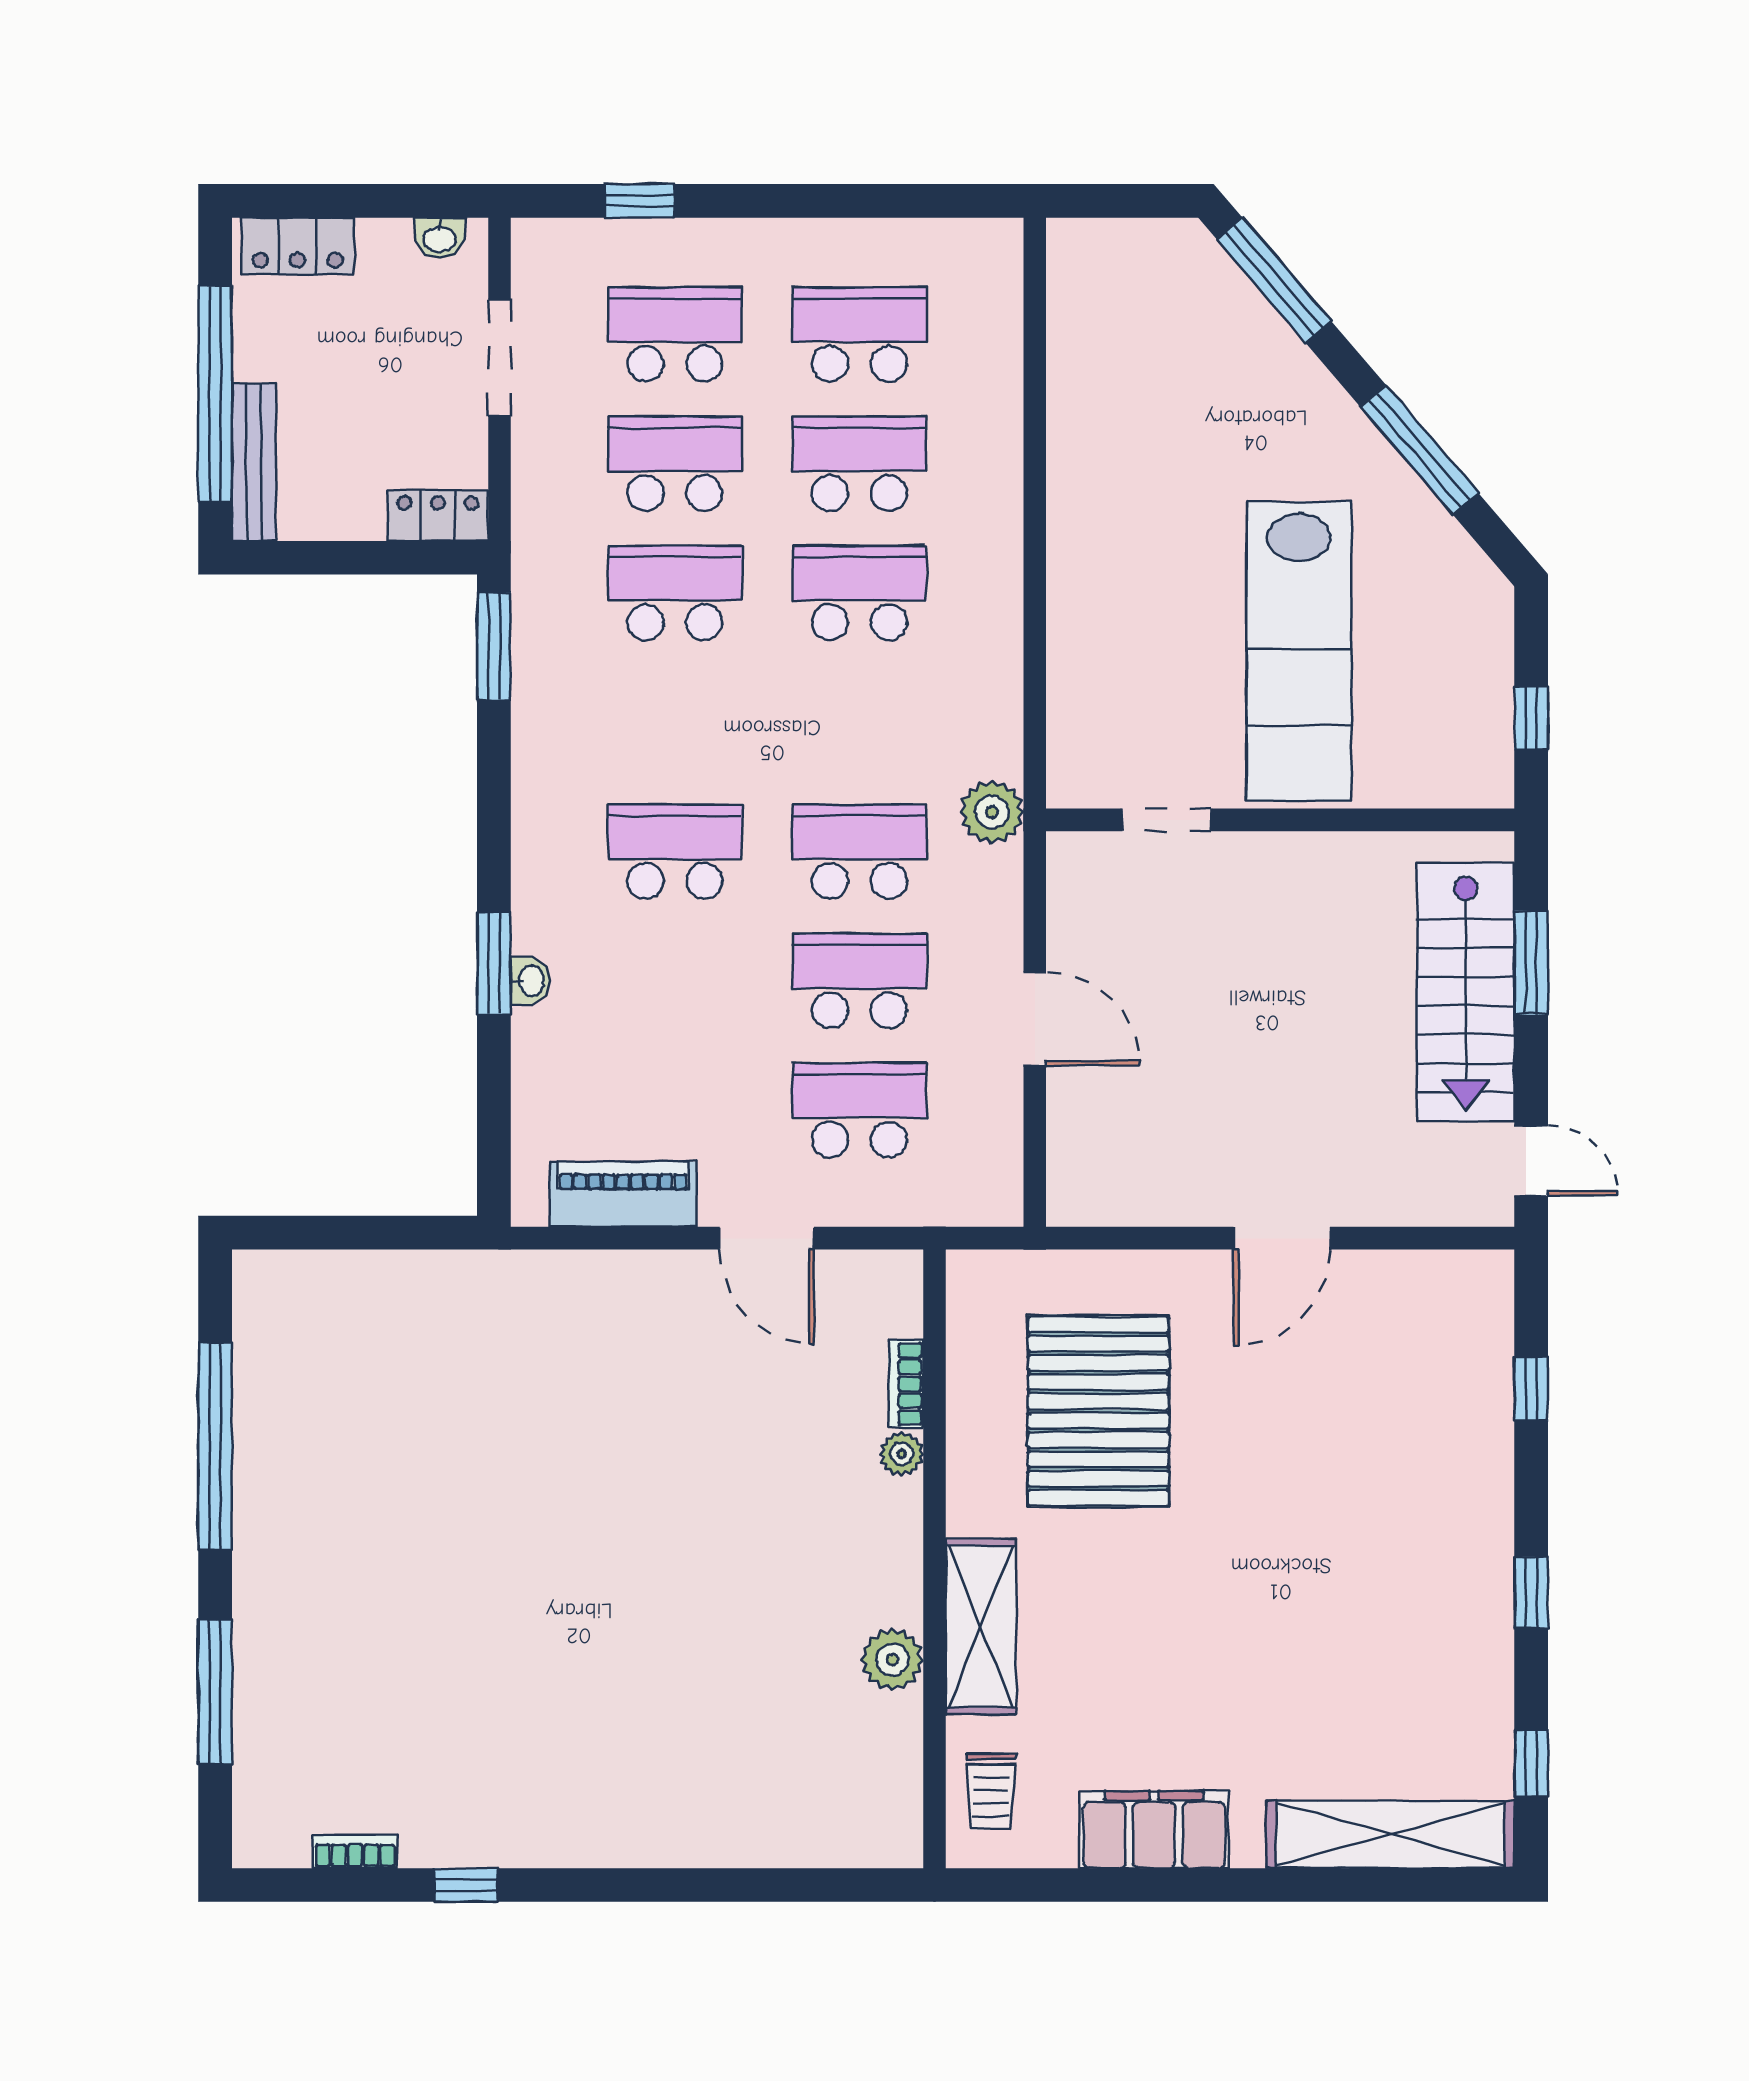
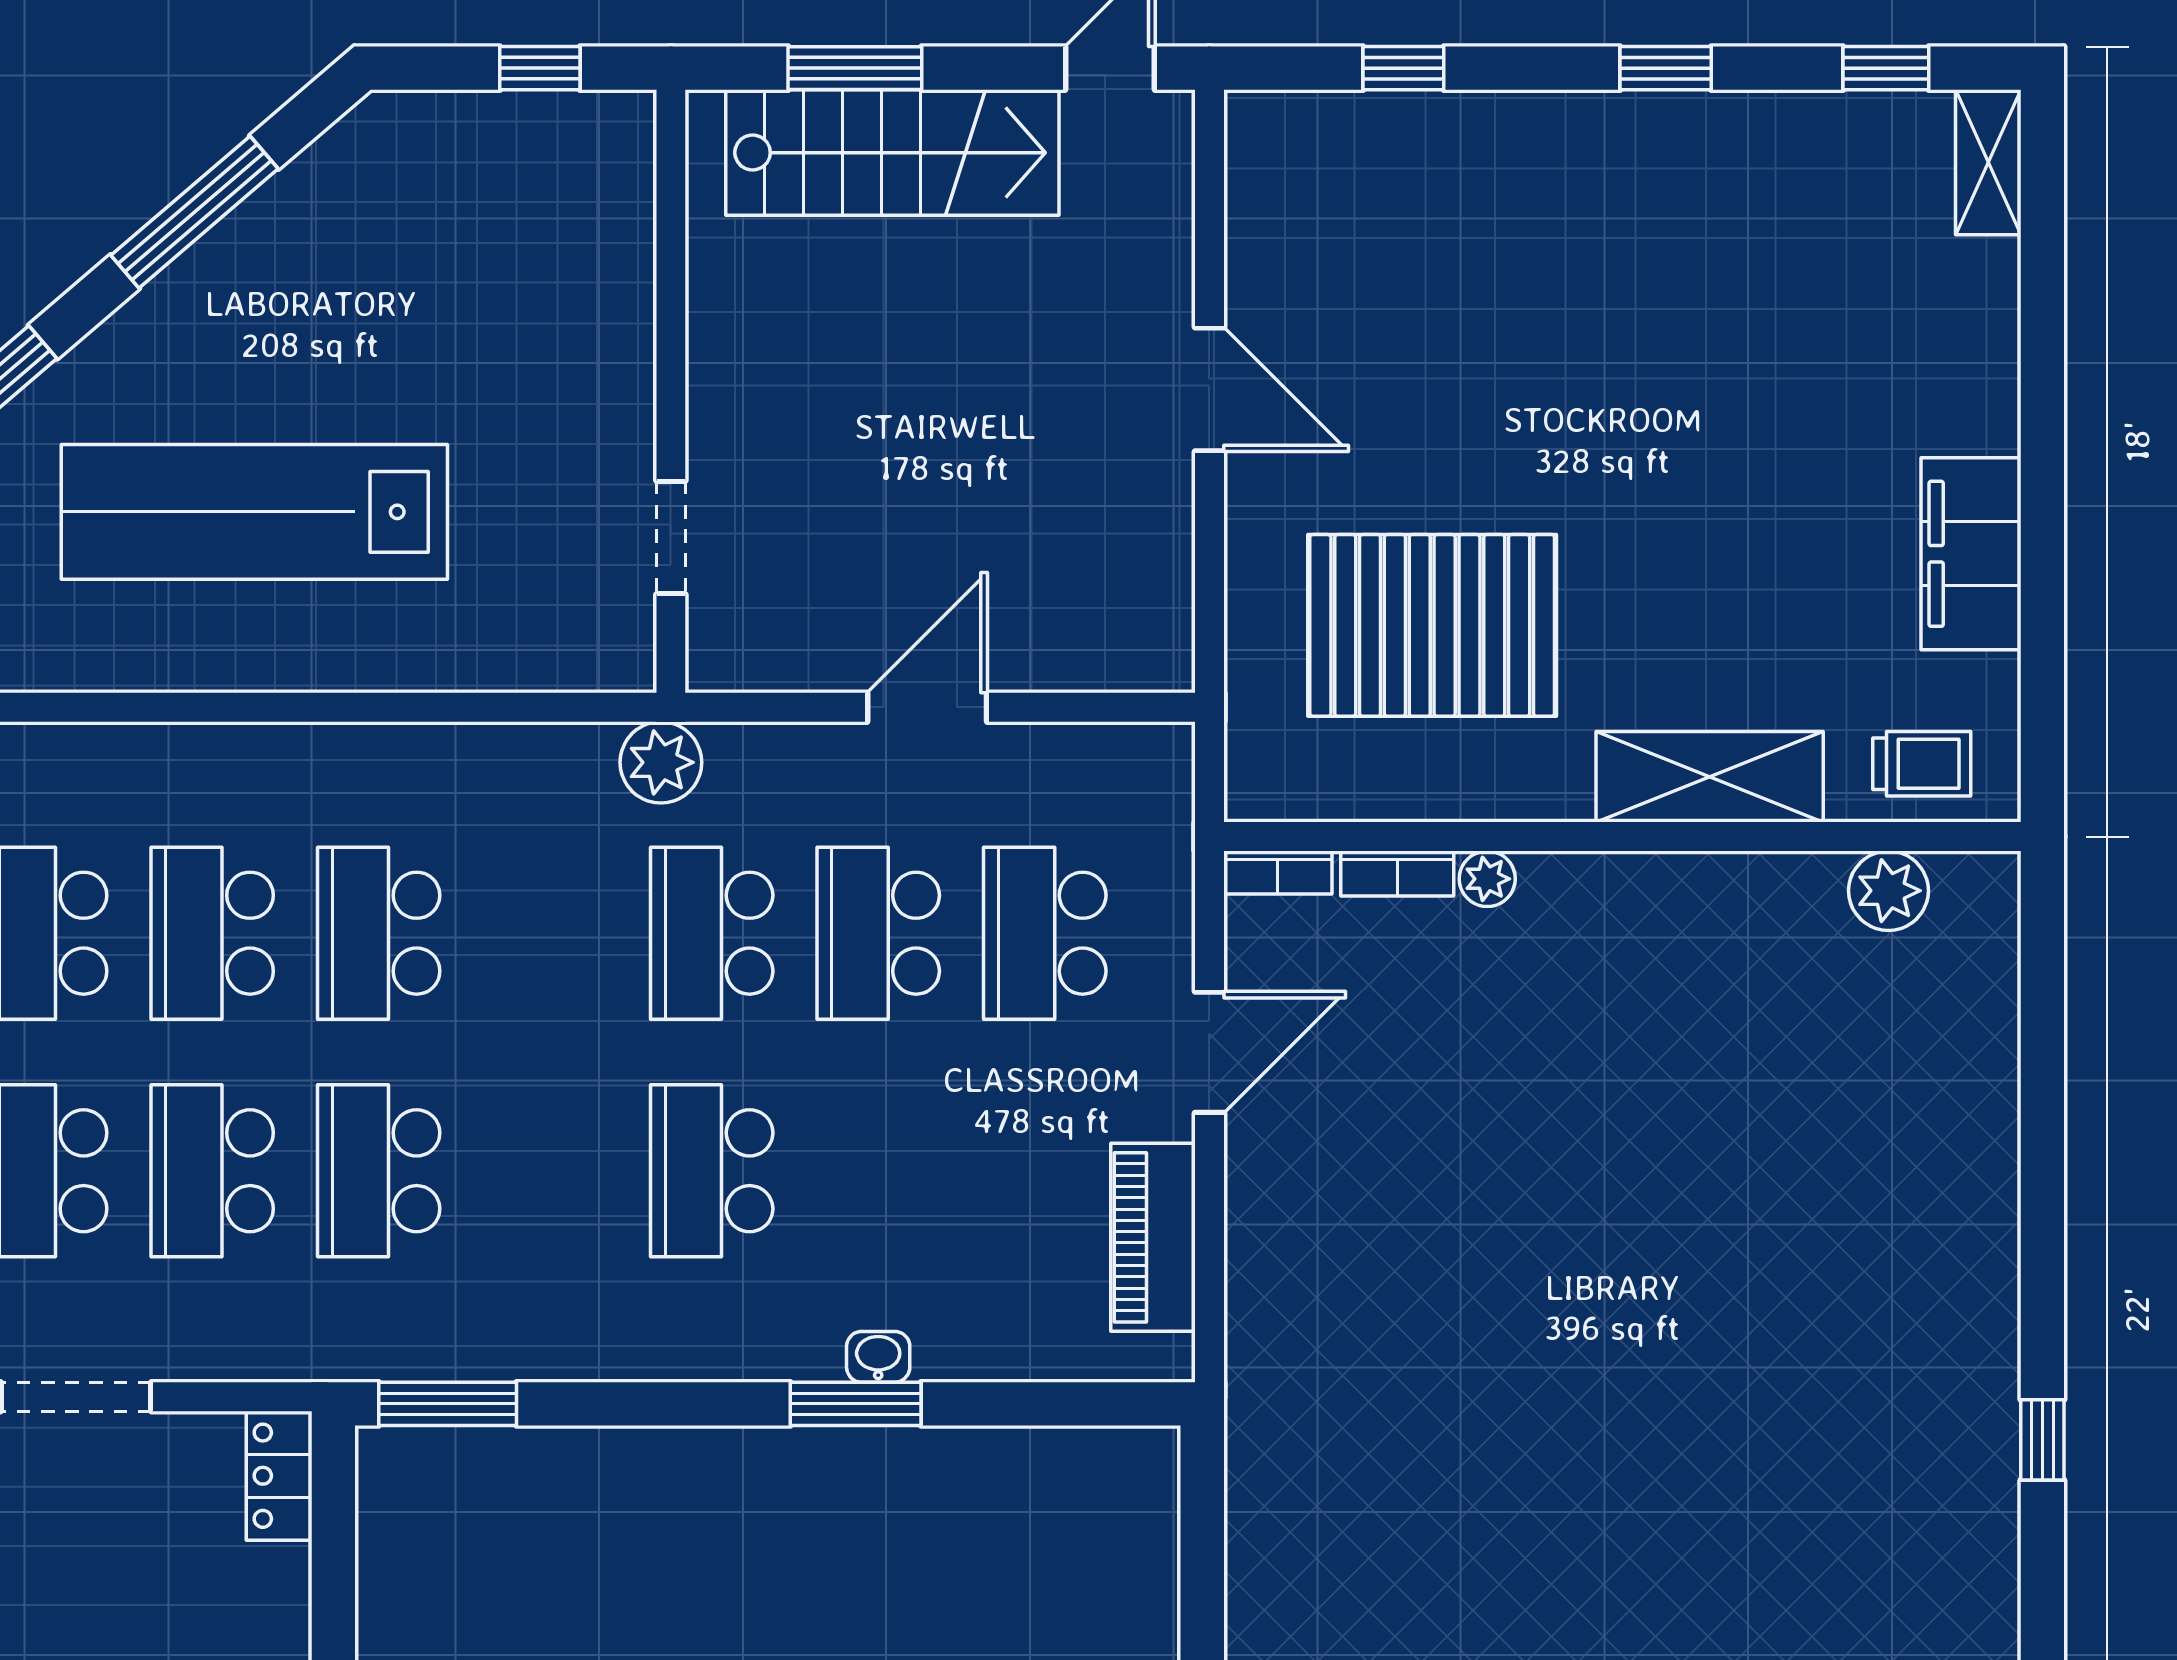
lab bench: (1299, 651) -> (254, 512), moved, turned 180
plant: (892, 1660) -> (1888, 891), moved
shelving: (1390, 1834) -> (1988, 162), width x0.45, depth x0.75
bookcase: (355, 1851) -> (1278, 873), moved, turned -90

